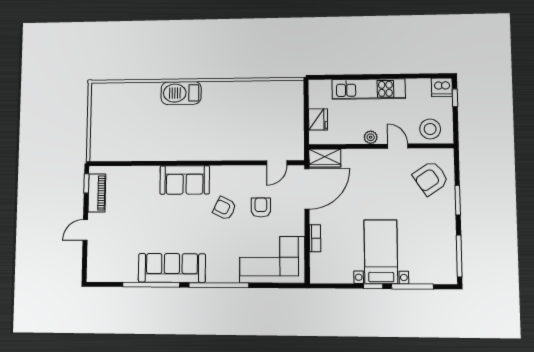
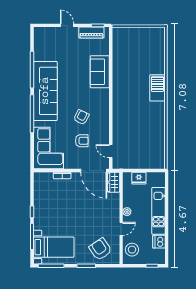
dishwasher: (442, 87) -> (159, 242), moved
sofa: (185, 180) -> (100, 72), moved
bed with nightstands: (381, 252) -> (54, 247), moved
sofa: (172, 268) -> (45, 91), width x1.36, depth x1.27

